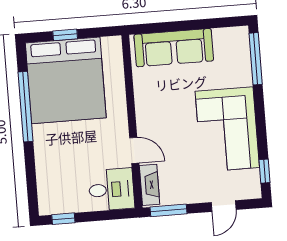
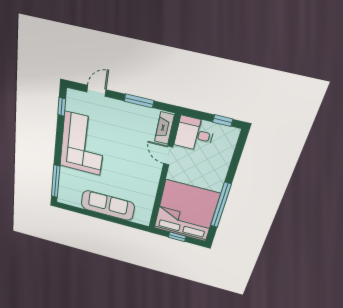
wall: (132, 121) -> (164, 175), moved
door: (134, 150) -> (168, 156), moved
fireplace: (150, 185) -> (164, 128), moved
desk: (111, 190) -> (194, 134), moved

